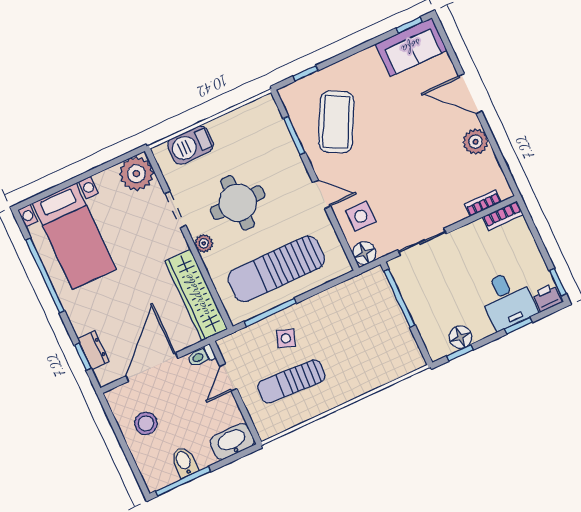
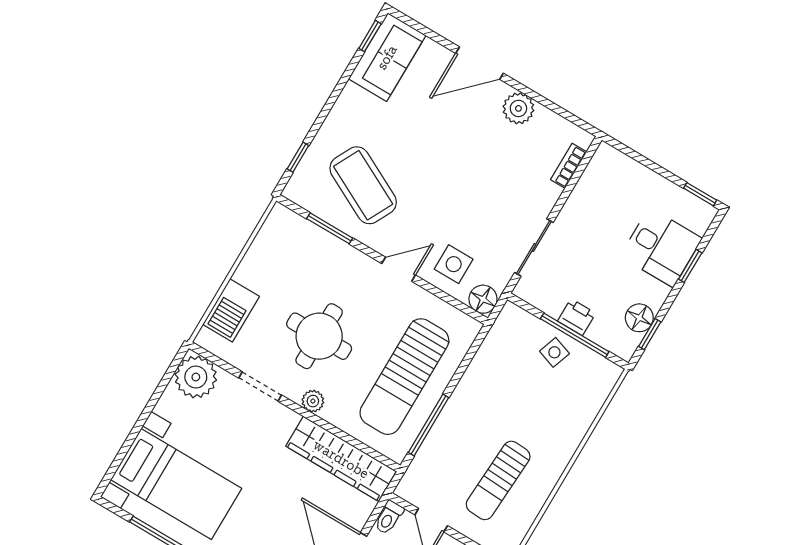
bookcase: (503, 216) -> (598, 165), removed
window: (399, 298) -> (575, 335), moved
printer: (547, 298) -> (577, 317), moved, turned 90
side table: (286, 338) -> (554, 352), moved

